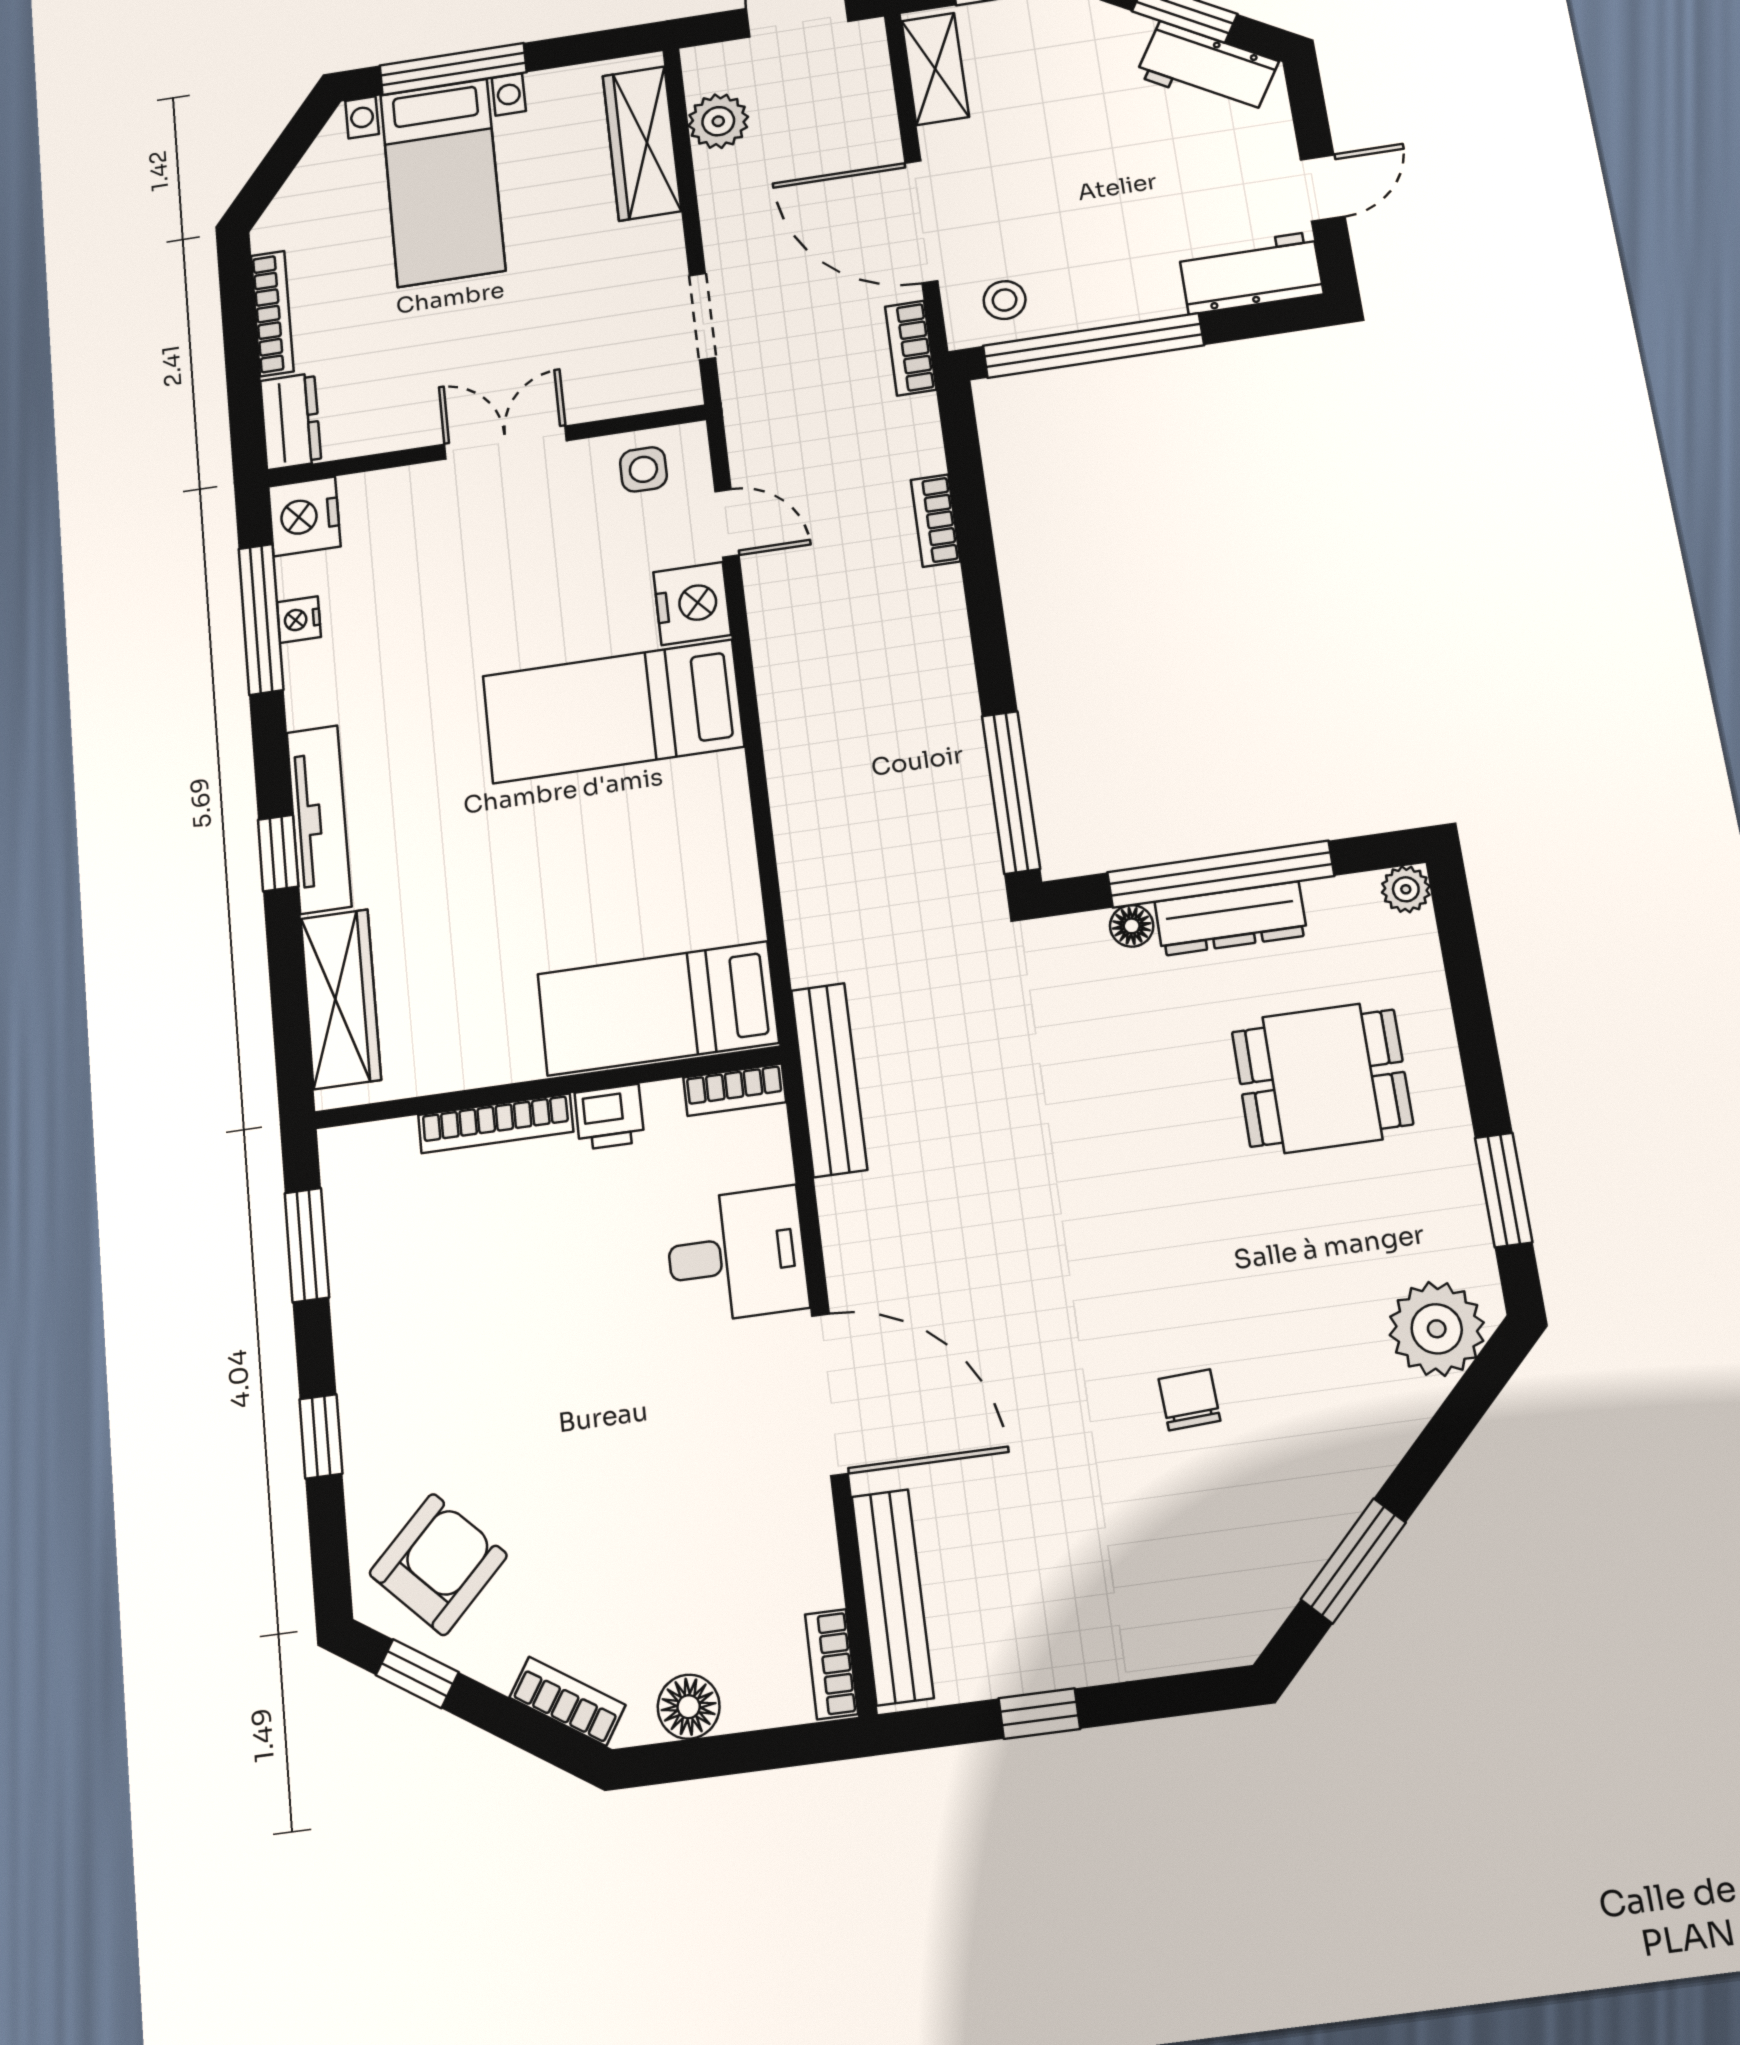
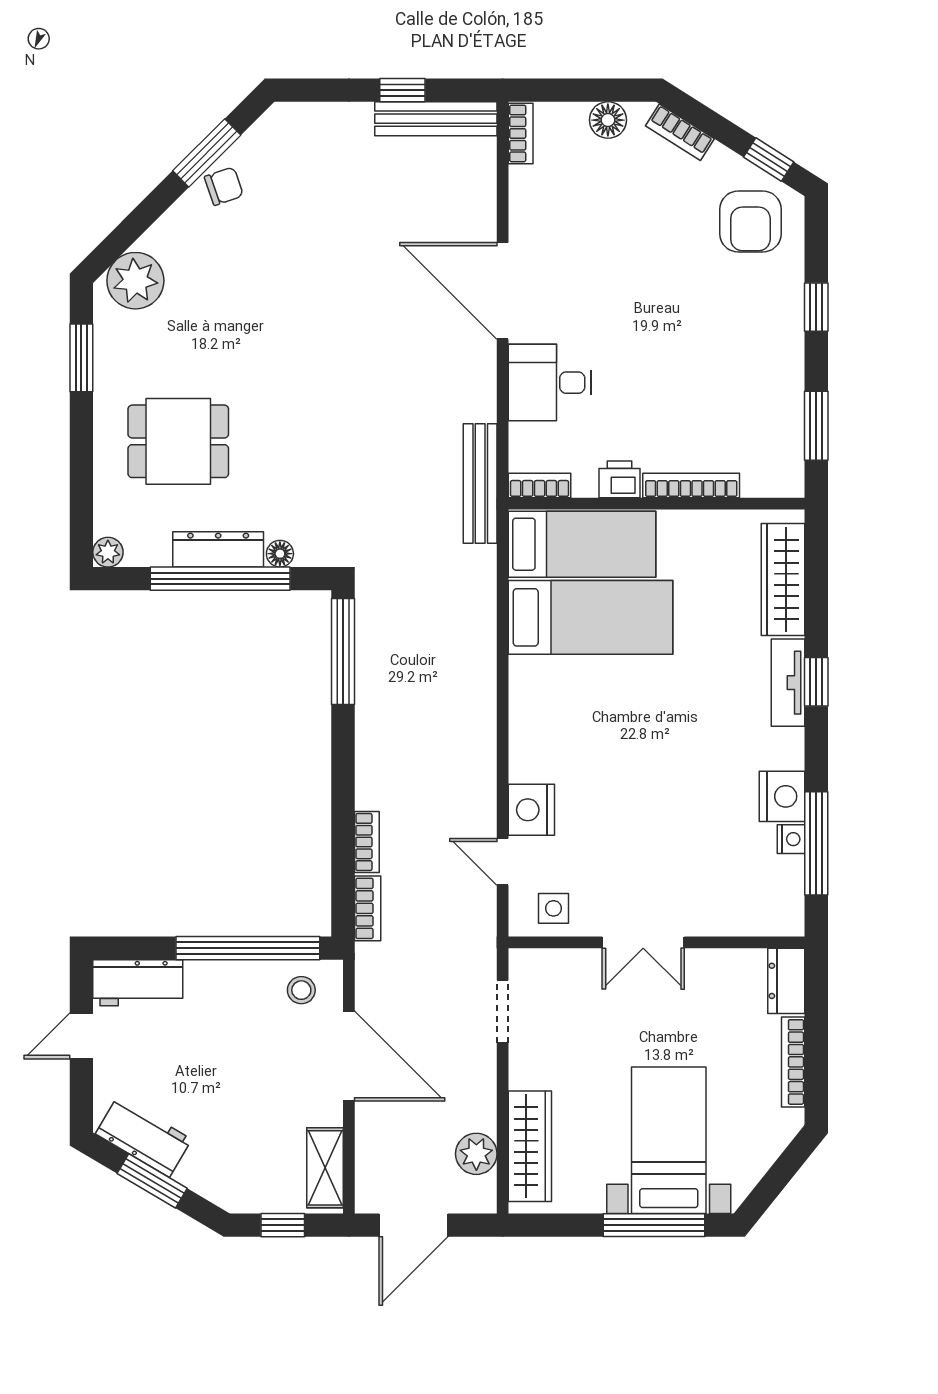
bookcase: (911, 348) -> (368, 908), moved
nightstand: (304, 516) -> (782, 796), moved
bed: (613, 711) -> (591, 617), moved
tv unit: (319, 819) -> (788, 683), width x0.71
chair: (1189, 1400) -> (224, 186), moved, turned -106
armchair: (438, 1564) -> (750, 222), turned -45
bench: (892, 1597) -> (436, 119), moved, turned 90

